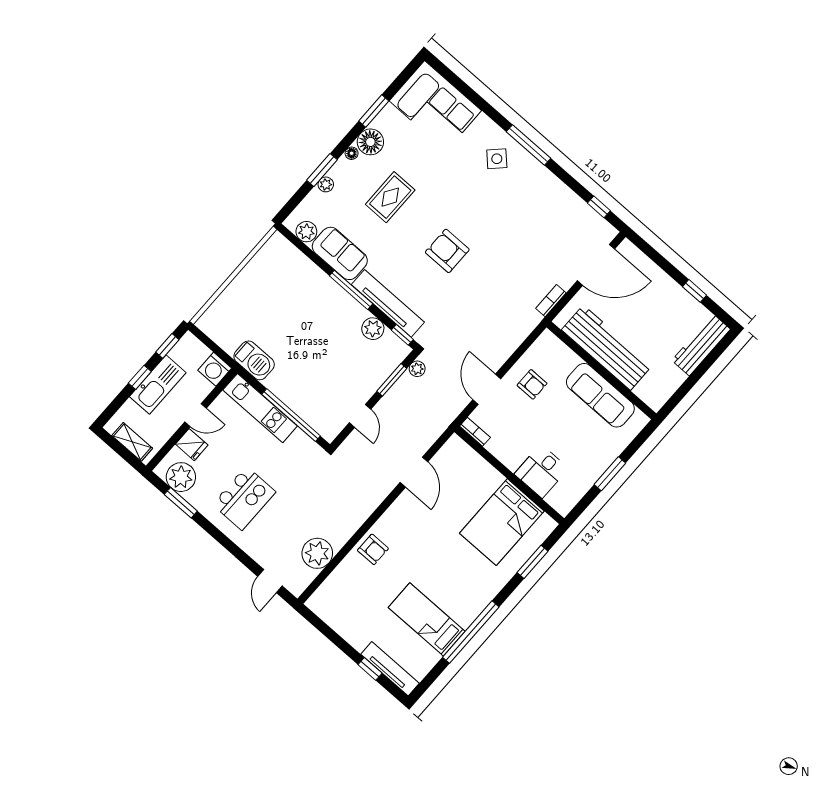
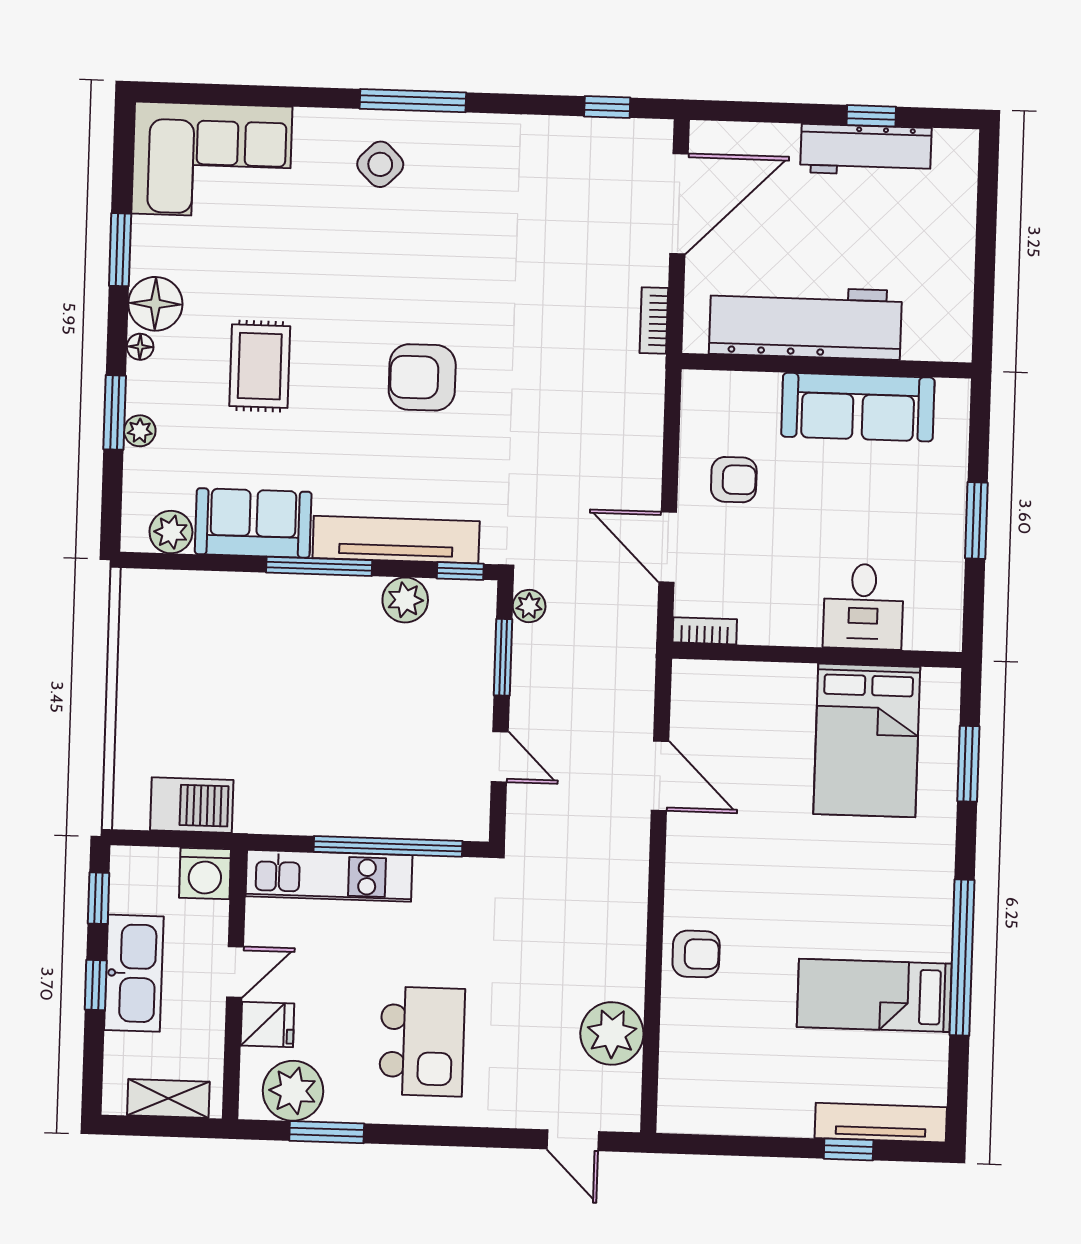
workbench: (701, 345) -> (866, 150), moved, turned -90
barbecue: (254, 360) -> (192, 805), moved

